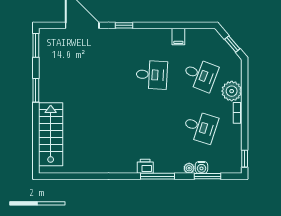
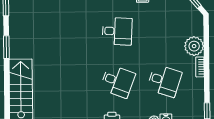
desk: (200, 75) -> (118, 81), moved

